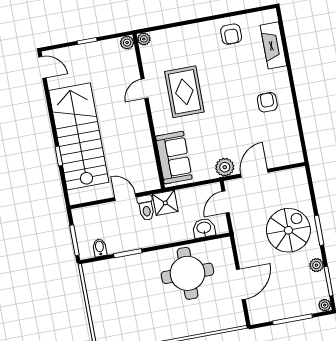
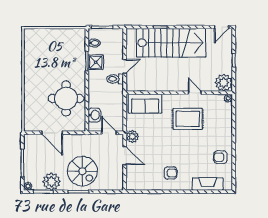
plant: (127, 43) -> (224, 83), width x1.87, depth x1.87
shower: (165, 203) -> (96, 62), moved
plant: (316, 265) -> (51, 182), width x1.88, depth x1.88

